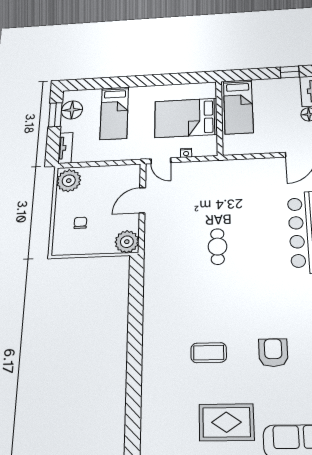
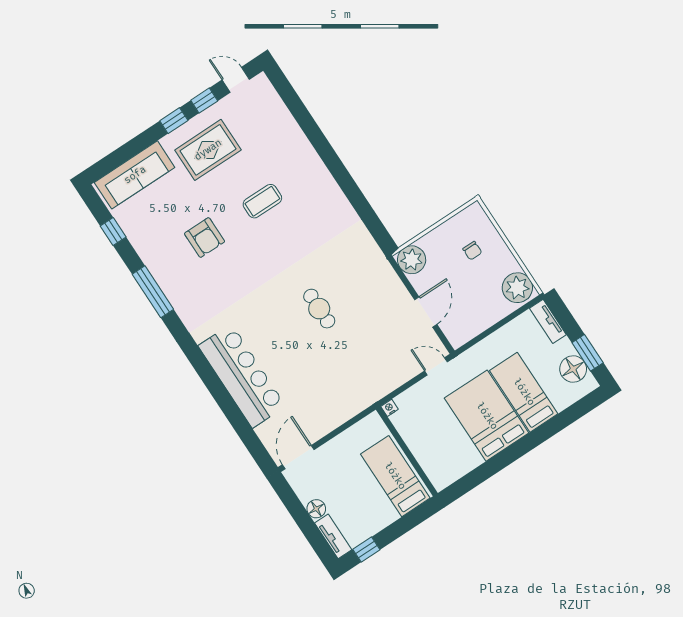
bed: (186, 118) -> (487, 416), moved, turned -90
nightstand: (186, 153) -> (389, 408), moved

